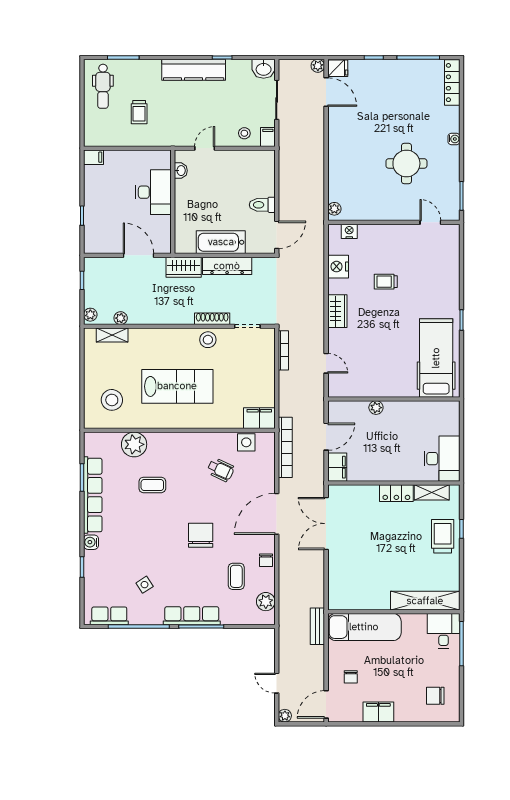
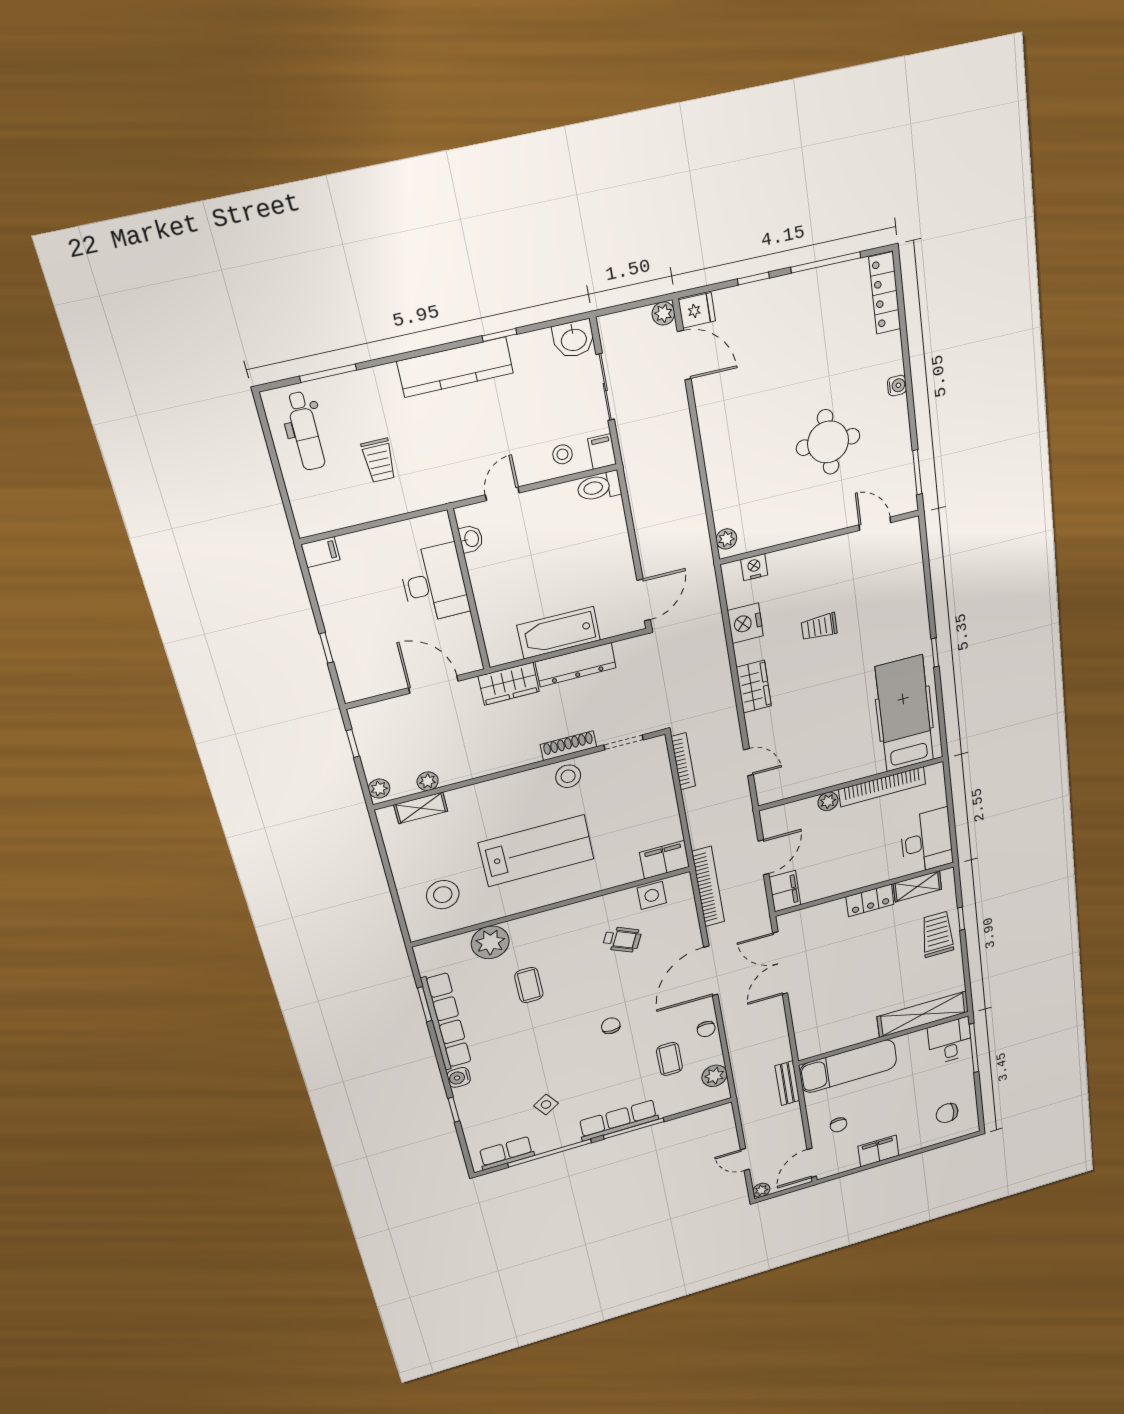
toilet: (262, 205) -> (599, 487), moved
bookcase: (415, 407) -> (882, 787), added
coffee table: (152, 485) -> (529, 985), turned 90
chair: (201, 535) -> (611, 1026), width x0.54, depth x0.54

